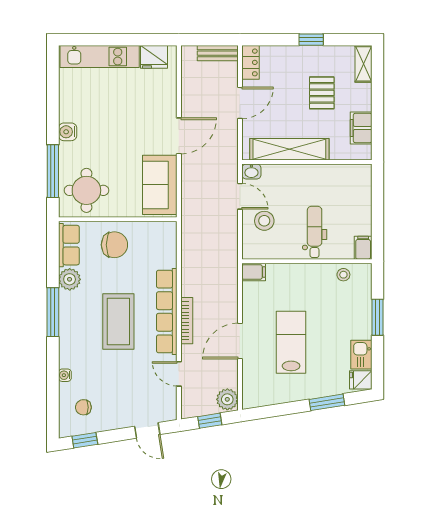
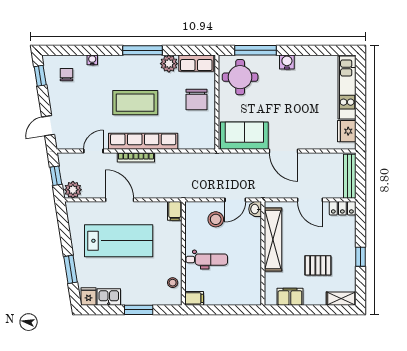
bench: (218, 53) -> (350, 176), width x1.36
lab bench: (291, 342) -> (119, 241), width x1.36, depth x1.39

